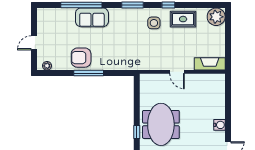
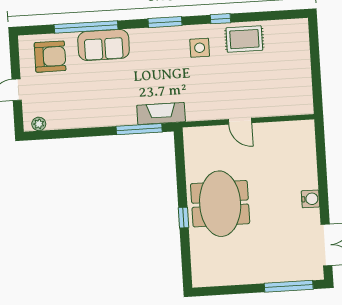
plant: (216, 17) -> (295, 32), removed
armchair: (81, 58) -> (50, 57), moved, turned 180
fireplace: (210, 64) -> (161, 114), moved
window: (89, 73) -> (139, 129), moved

